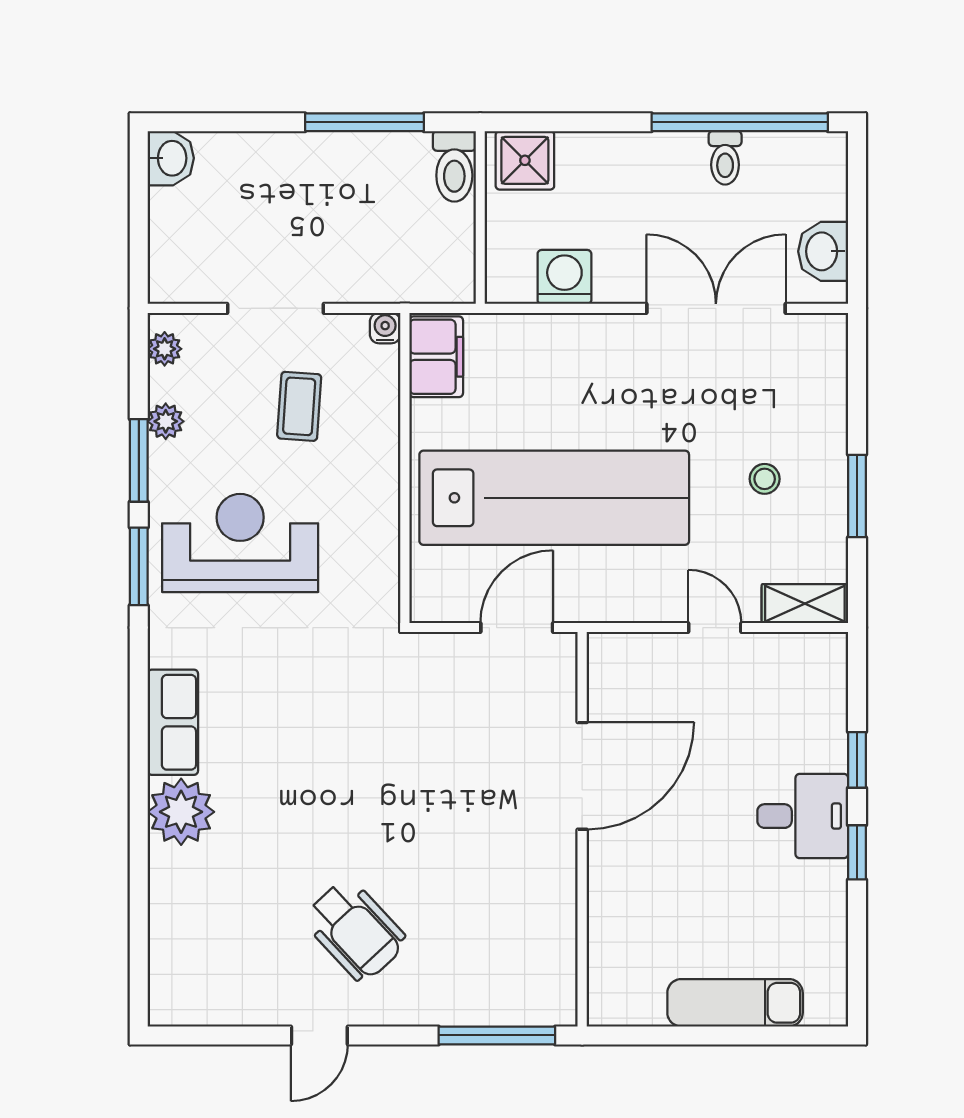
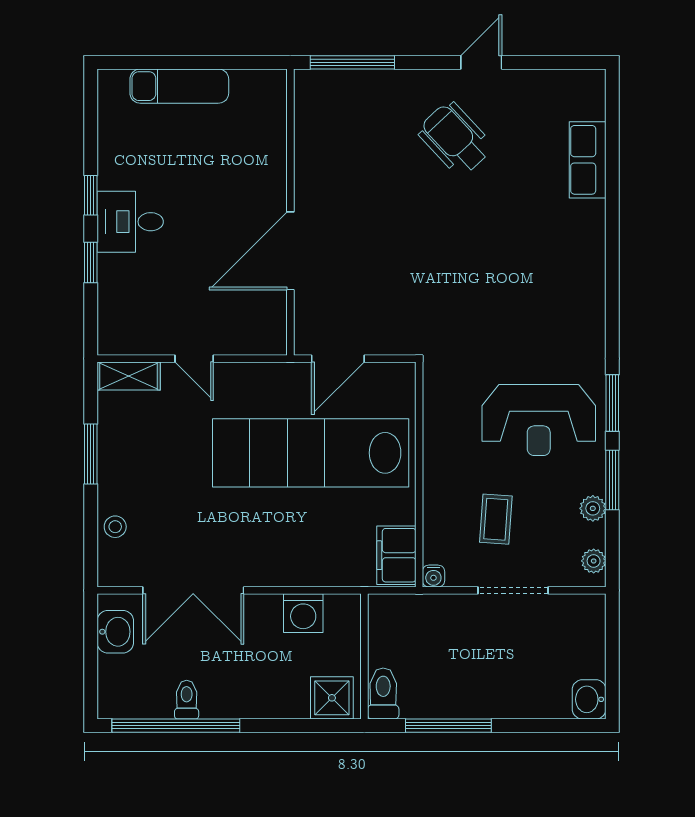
stool: (765, 479) -> (115, 527), moved
row of seats: (173, 722) -> (588, 160), moved
plant: (181, 812) -> (582, 225), removed

